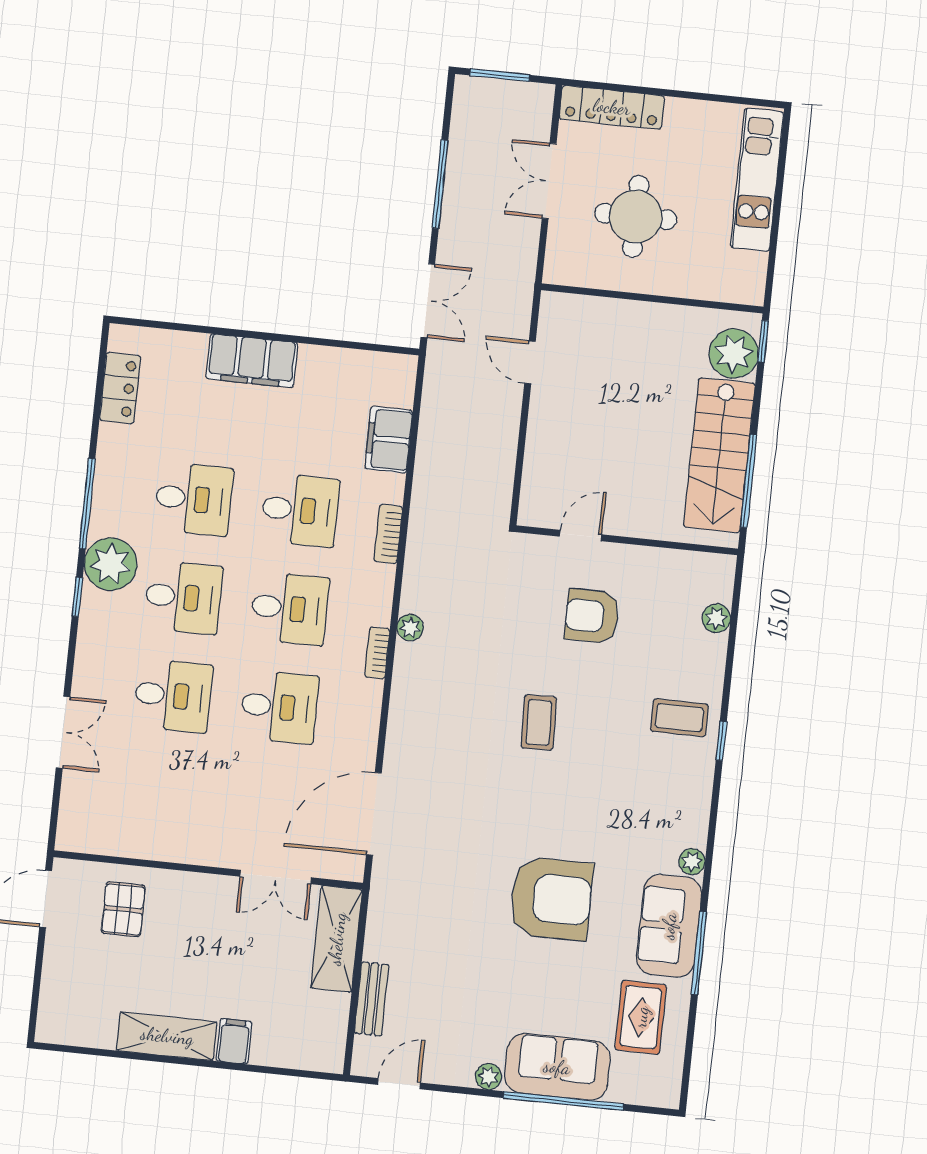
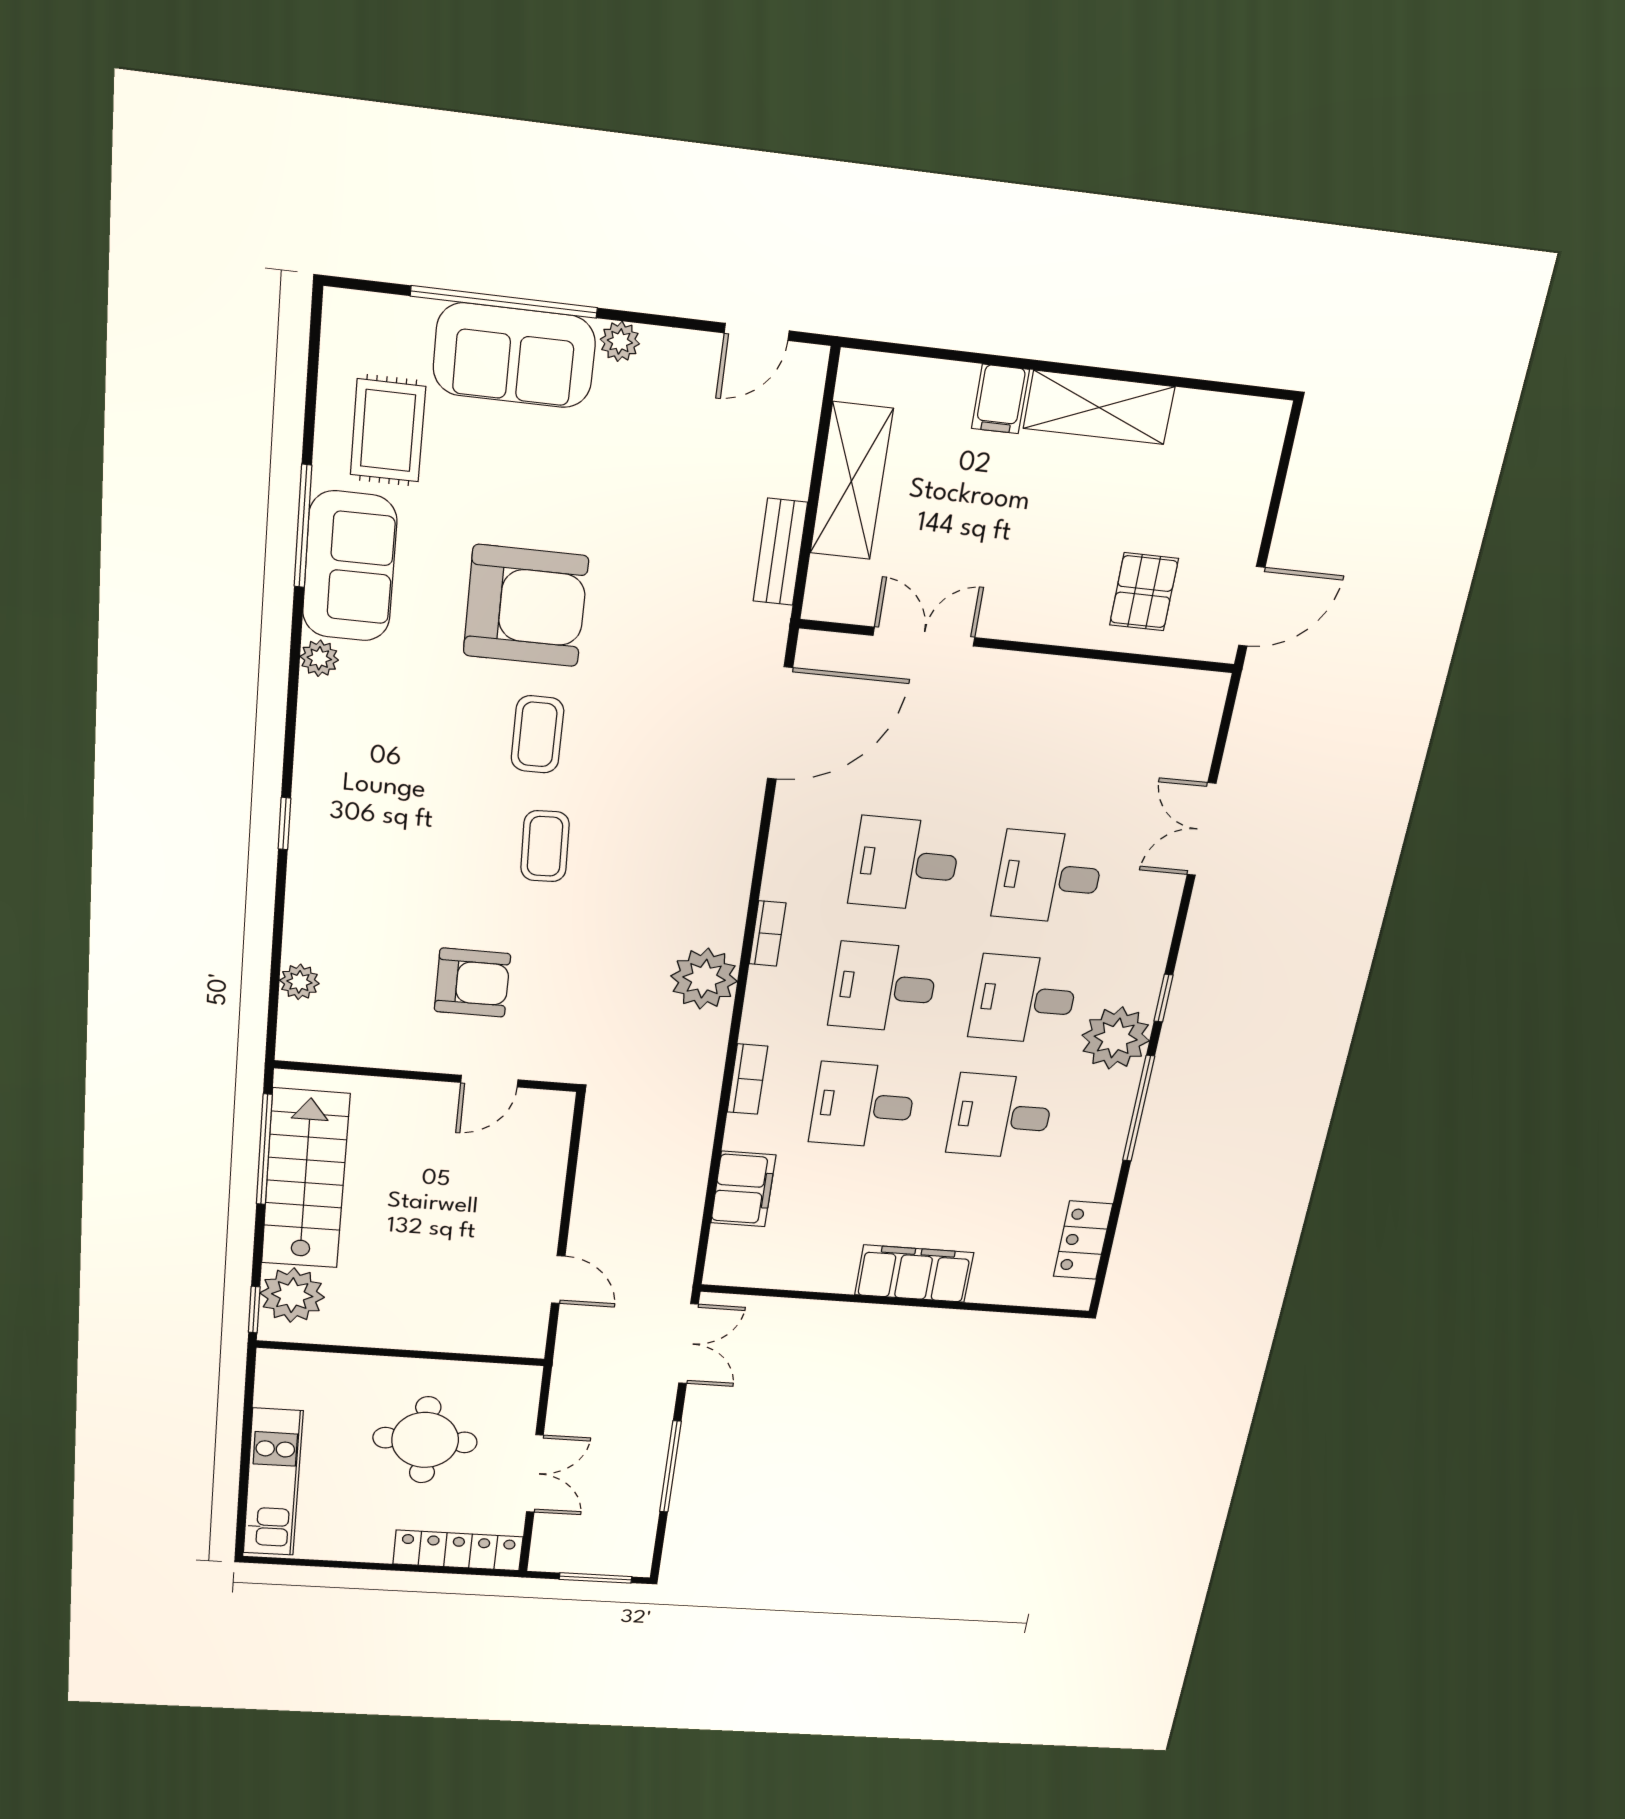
double door: (428, 301) -> (689, 1344), swing flipped
plant: (410, 628) -> (704, 979), width x1.87, depth x1.87
coffee table: (679, 718) -> (537, 734), moved, turned 90
armchair: (551, 899) -> (526, 606), turned 180
shelving: (337, 939) -> (851, 481), moved
bench: (372, 999) -> (780, 552), moved

